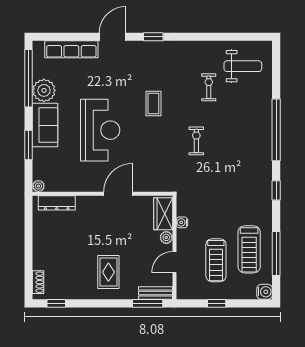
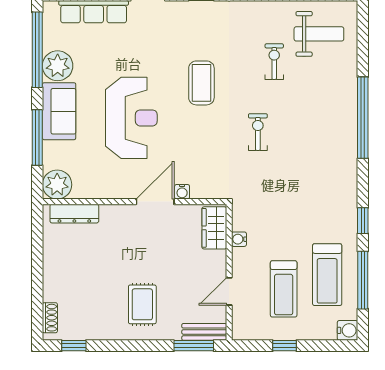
coffee table: (153, 103) -> (201, 83), width x1.36, depth x1.30
window: (29, 145) -> (37, 138), width x1.44
plant: (38, 186) -> (57, 185), width x1.88, depth x1.88
water cooler: (139, 186) -> (182, 192), added
window: (276, 190) -> (363, 221), moved
plant: (166, 237) -> (218, 259), removed

